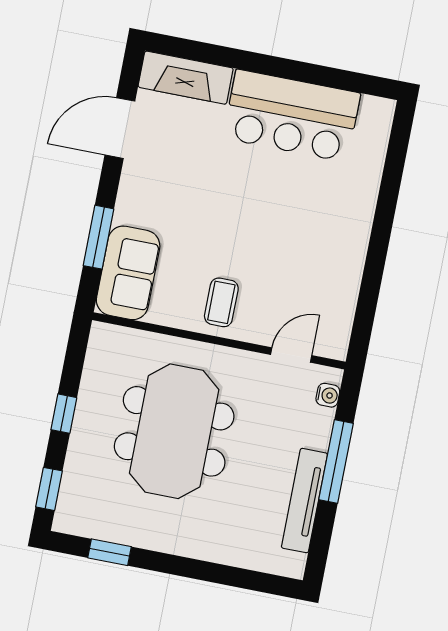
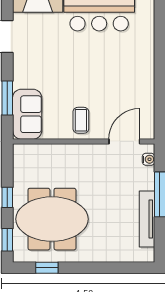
door: (291, 355) -> (124, 141), width x1.38
meeting table: (174, 431) -> (52, 219), moved, turned 90

